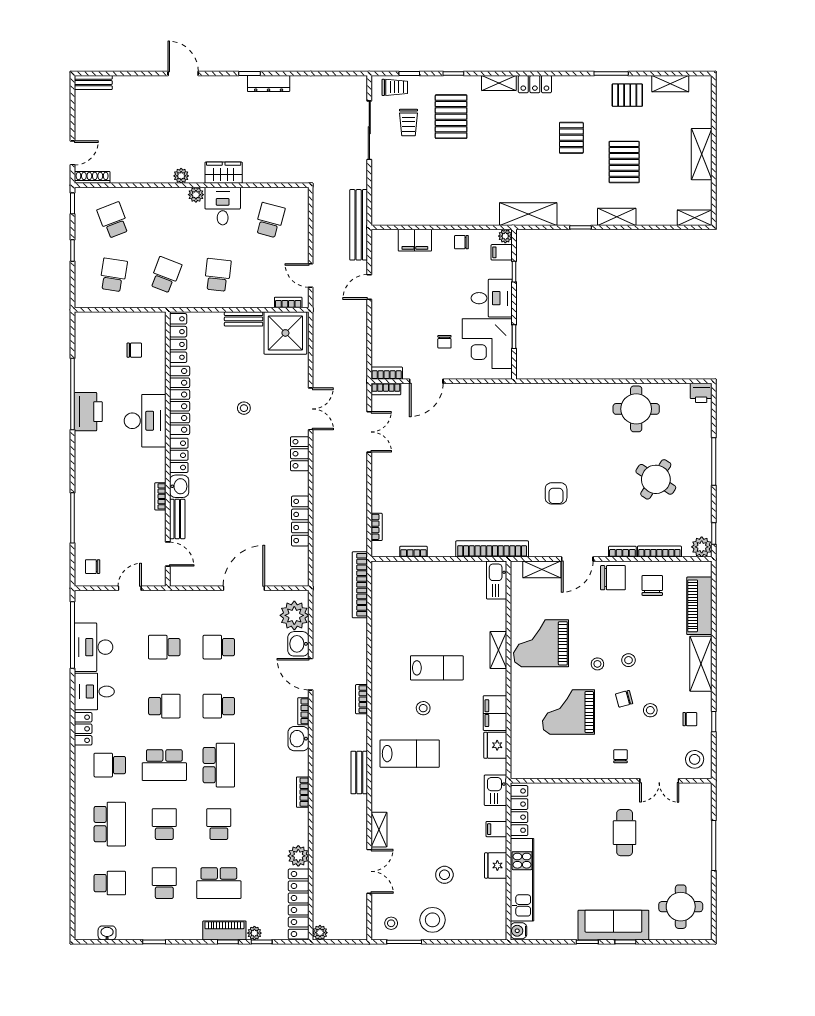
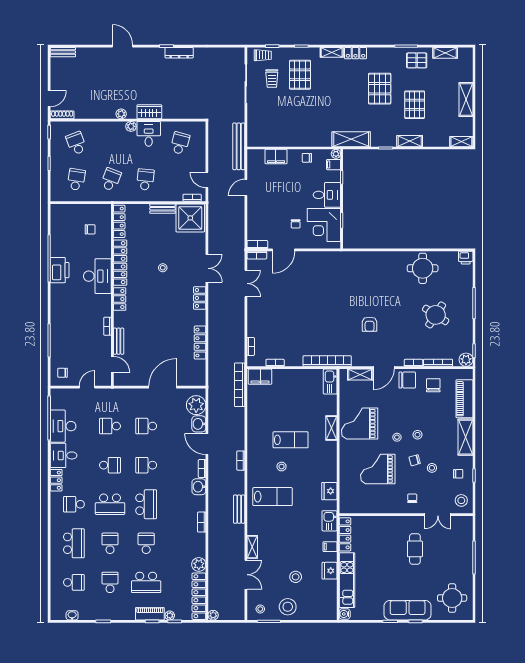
pallet: (571, 138) -> (380, 89), width x1.50, depth x1.42
washbasin: (179, 486) -> (120, 320), removed
filing cabinet: (495, 713) -> (260, 377), moved, turned -90

